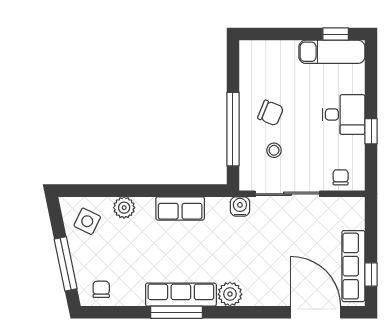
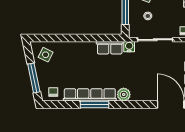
plant: (124, 208) -> (66, 47), removed
row of seats: (180, 208) -> (110, 48), moved
row of seats: (181, 295) -> (90, 95), width x1.36

